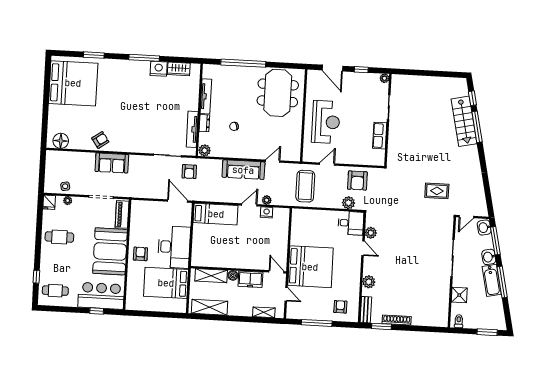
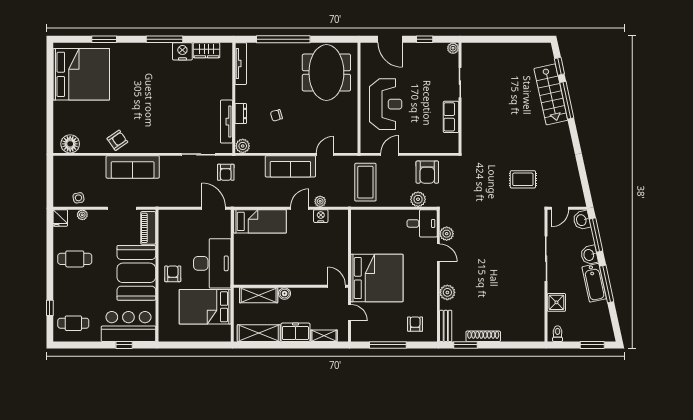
tv unit: (206, 96) -> (241, 64), moved
sofa: (112, 163) -> (133, 167), width x1.36
freezer: (250, 279) -> (295, 332), moved, turned 180

